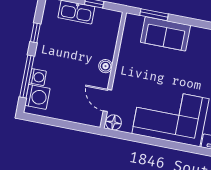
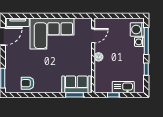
sofa: (165, 34) -> (76, 84), moved
door: (107, 100) -> (93, 36), hinge flipped
floor lamp: (114, 122) -> (87, 23), removed

